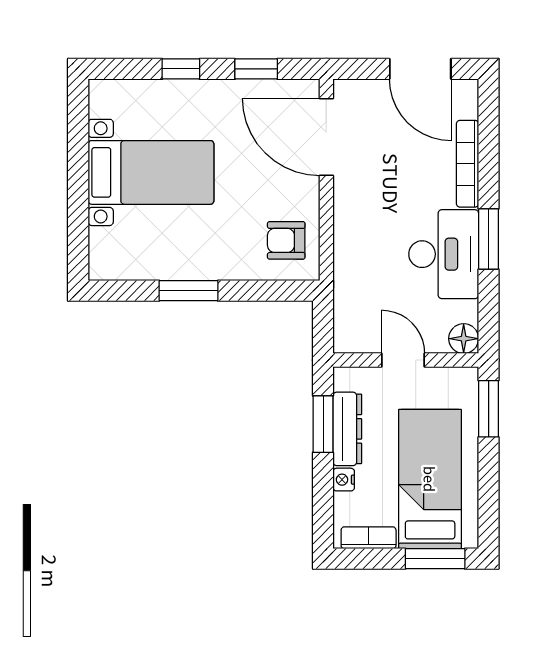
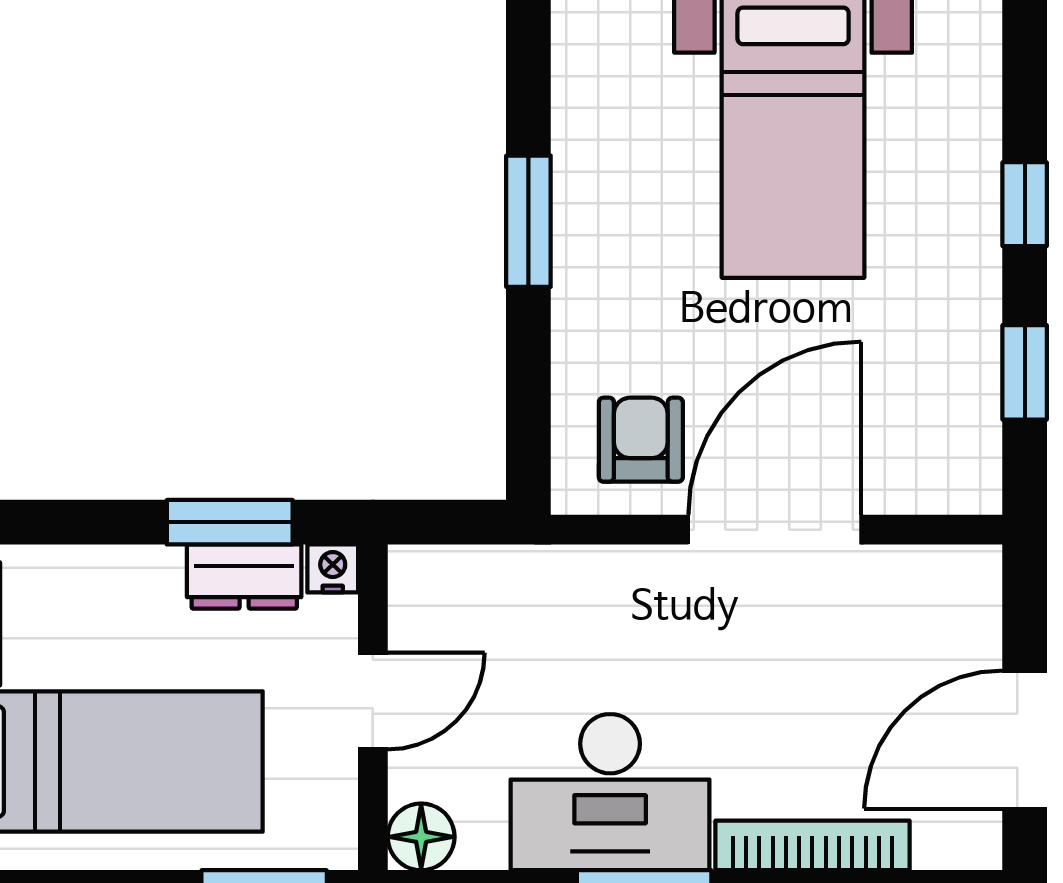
door: (326, 137) -> (775, 530), moved
dresser: (347, 429) -> (244, 577), width x0.70
nightstand: (344, 480) -> (333, 568), moved

